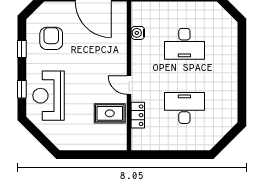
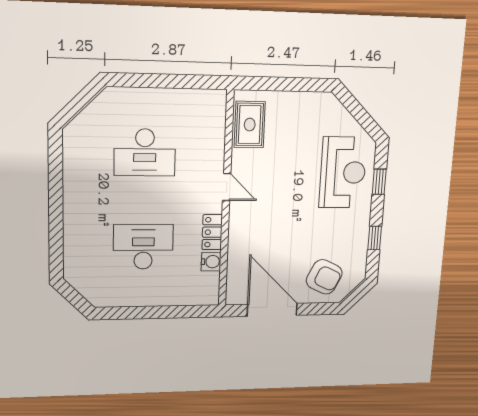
armchair: (51, 38) -> (324, 277), moved, turned -64
rug: (110, 113) -> (250, 125), moved, turned 90
locker: (138, 115) -> (212, 232), moved

